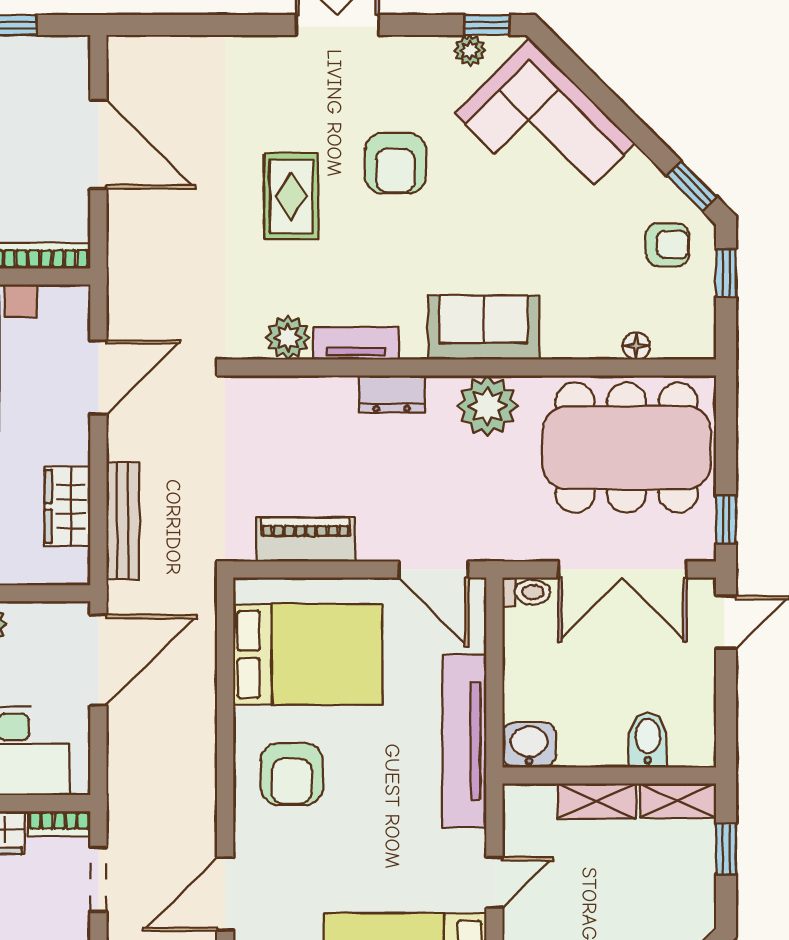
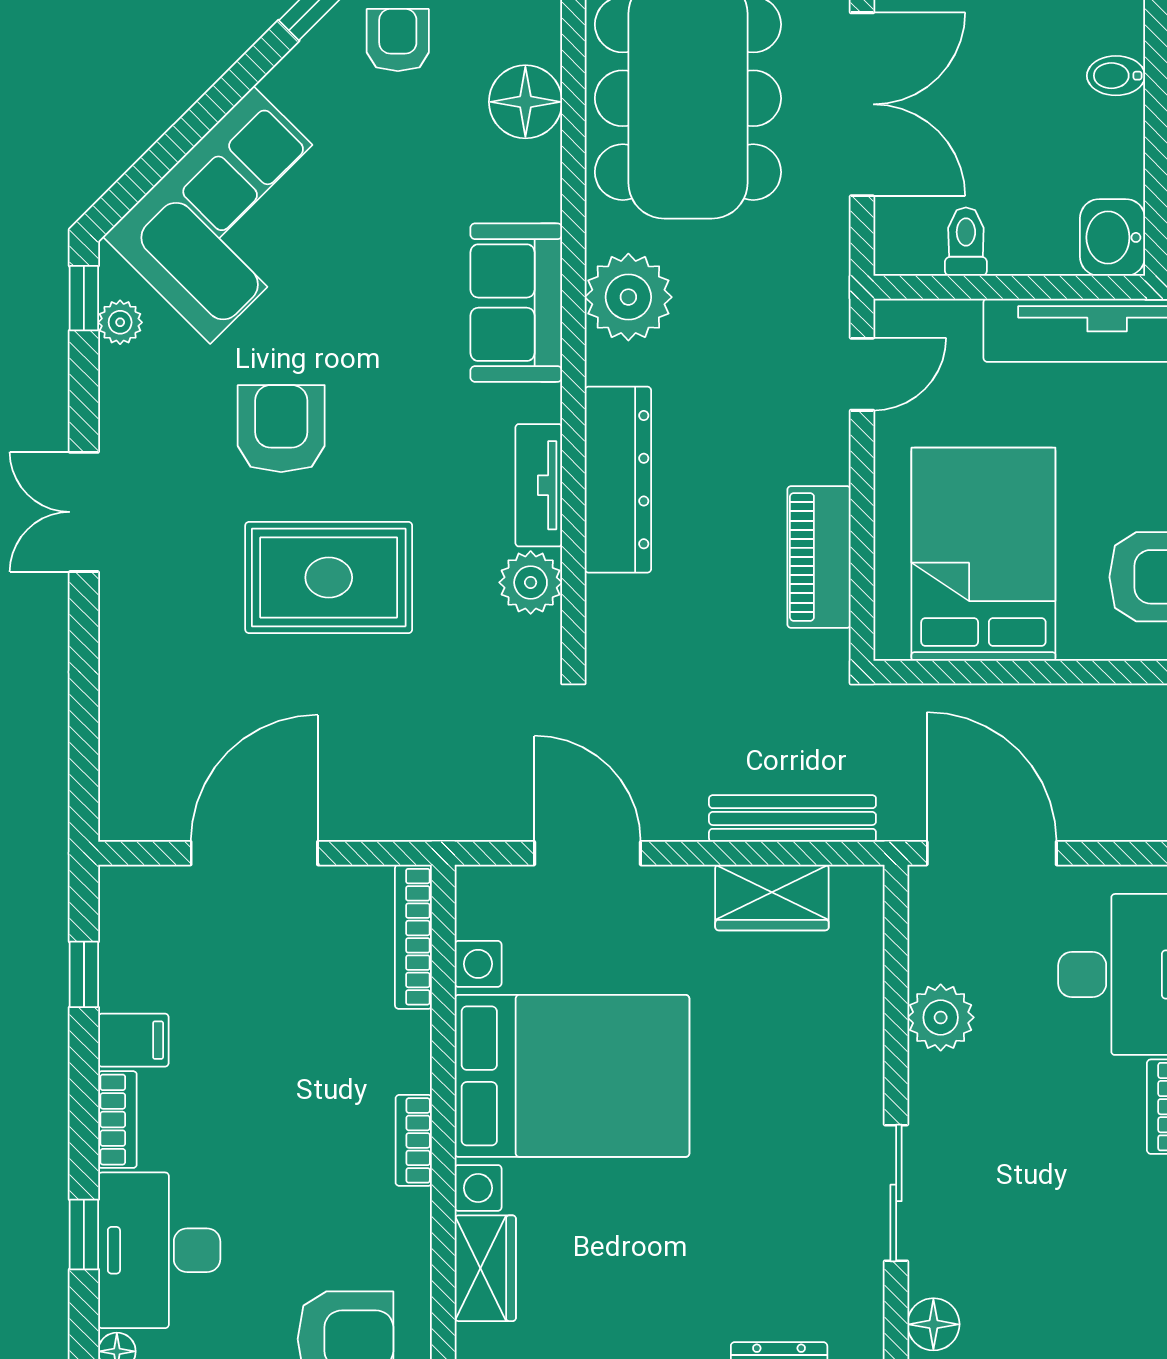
armchair: (396, 163) -> (281, 429), turned -90
rug: (291, 196) -> (329, 578), width x1.36, depth x1.43
floor lamp: (636, 346) -> (525, 102), width x1.89, depth x1.89
dresser: (392, 394) -> (618, 480), width x1.96, depth x1.24
door: (434, 569) -> (862, 374), width x0.73
toilet: (526, 592) -> (966, 242), moved
bidet: (648, 740) -> (1116, 76), width x0.72, depth x0.74

